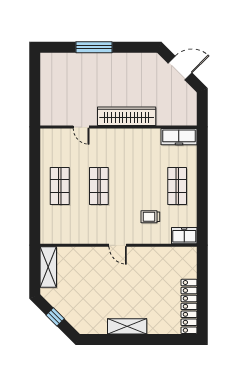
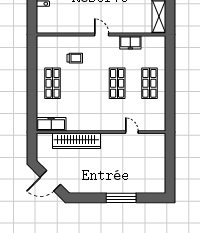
wardrobe: (127, 116) -> (76, 141), moved
freezer: (184, 236) -> (130, 42), moved

